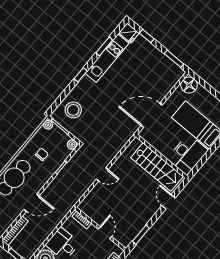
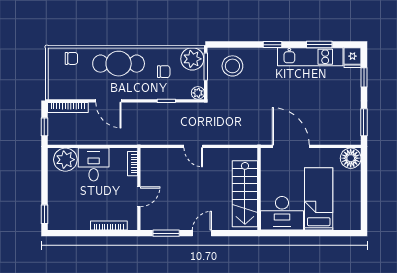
plant: (48, 125) -> (192, 59), width x1.88, depth x1.88
door: (169, 202) -> (202, 233), moved

